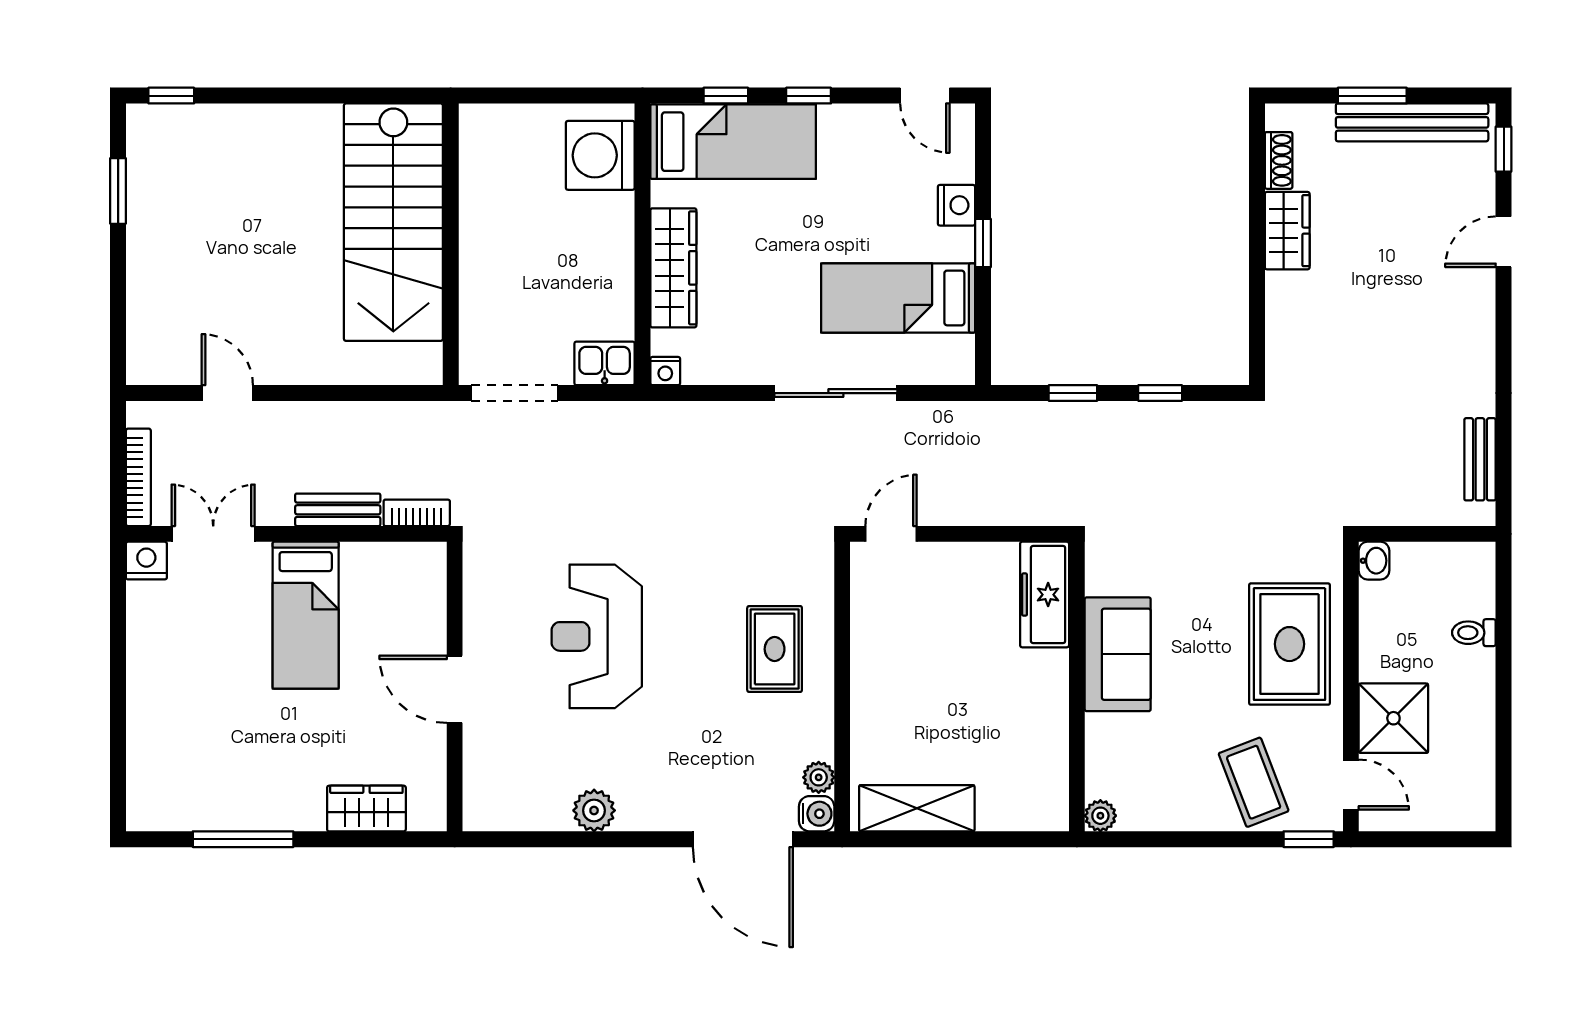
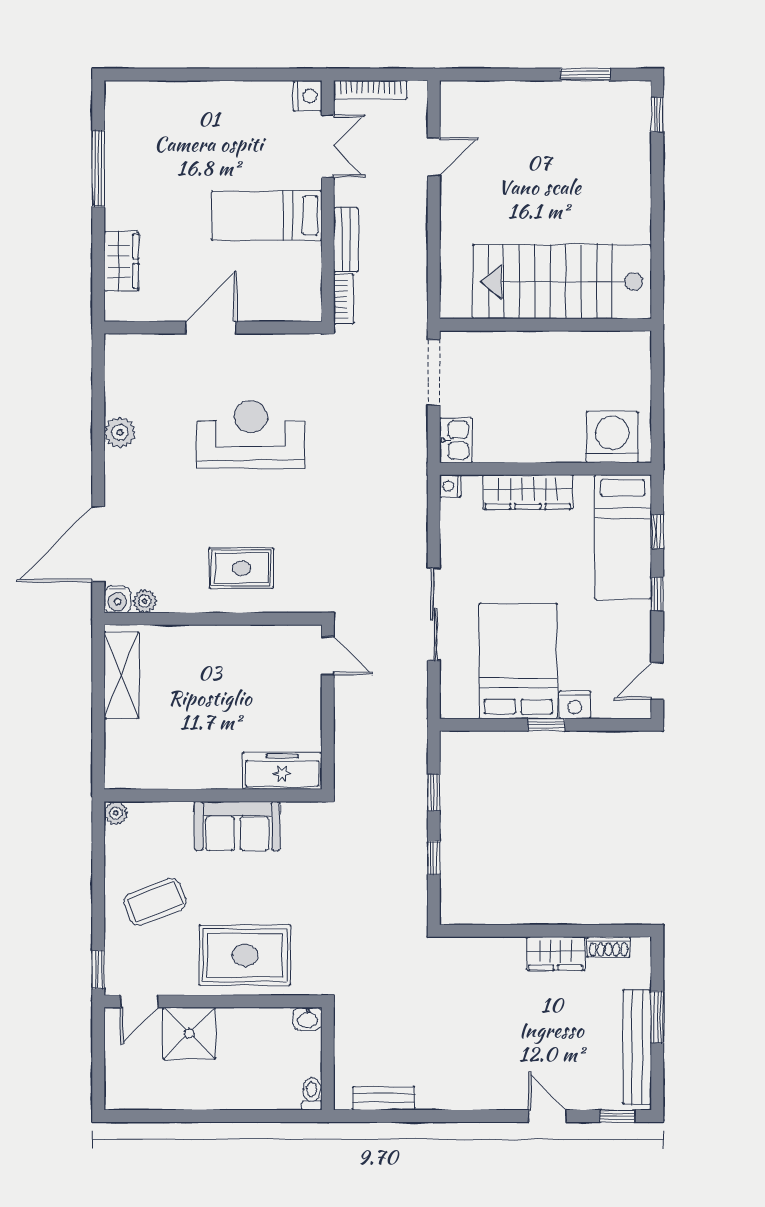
bed: (898, 298) -> (518, 661), width x1.50
toilet: (1474, 633) -> (312, 1094), moved
coffee table: (1254, 782) -> (155, 902), moved

